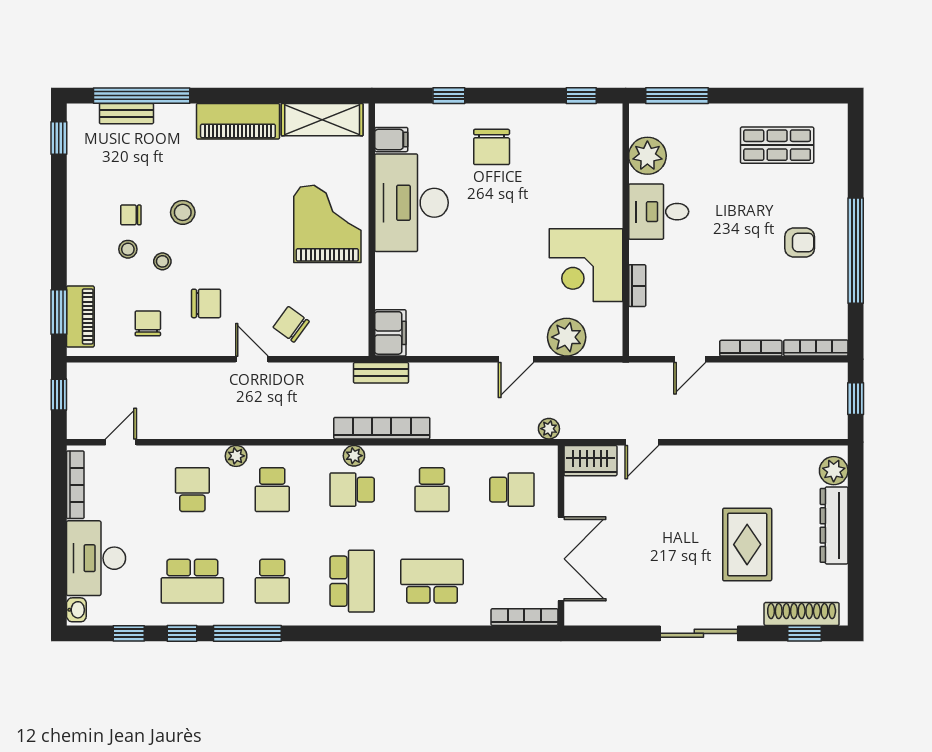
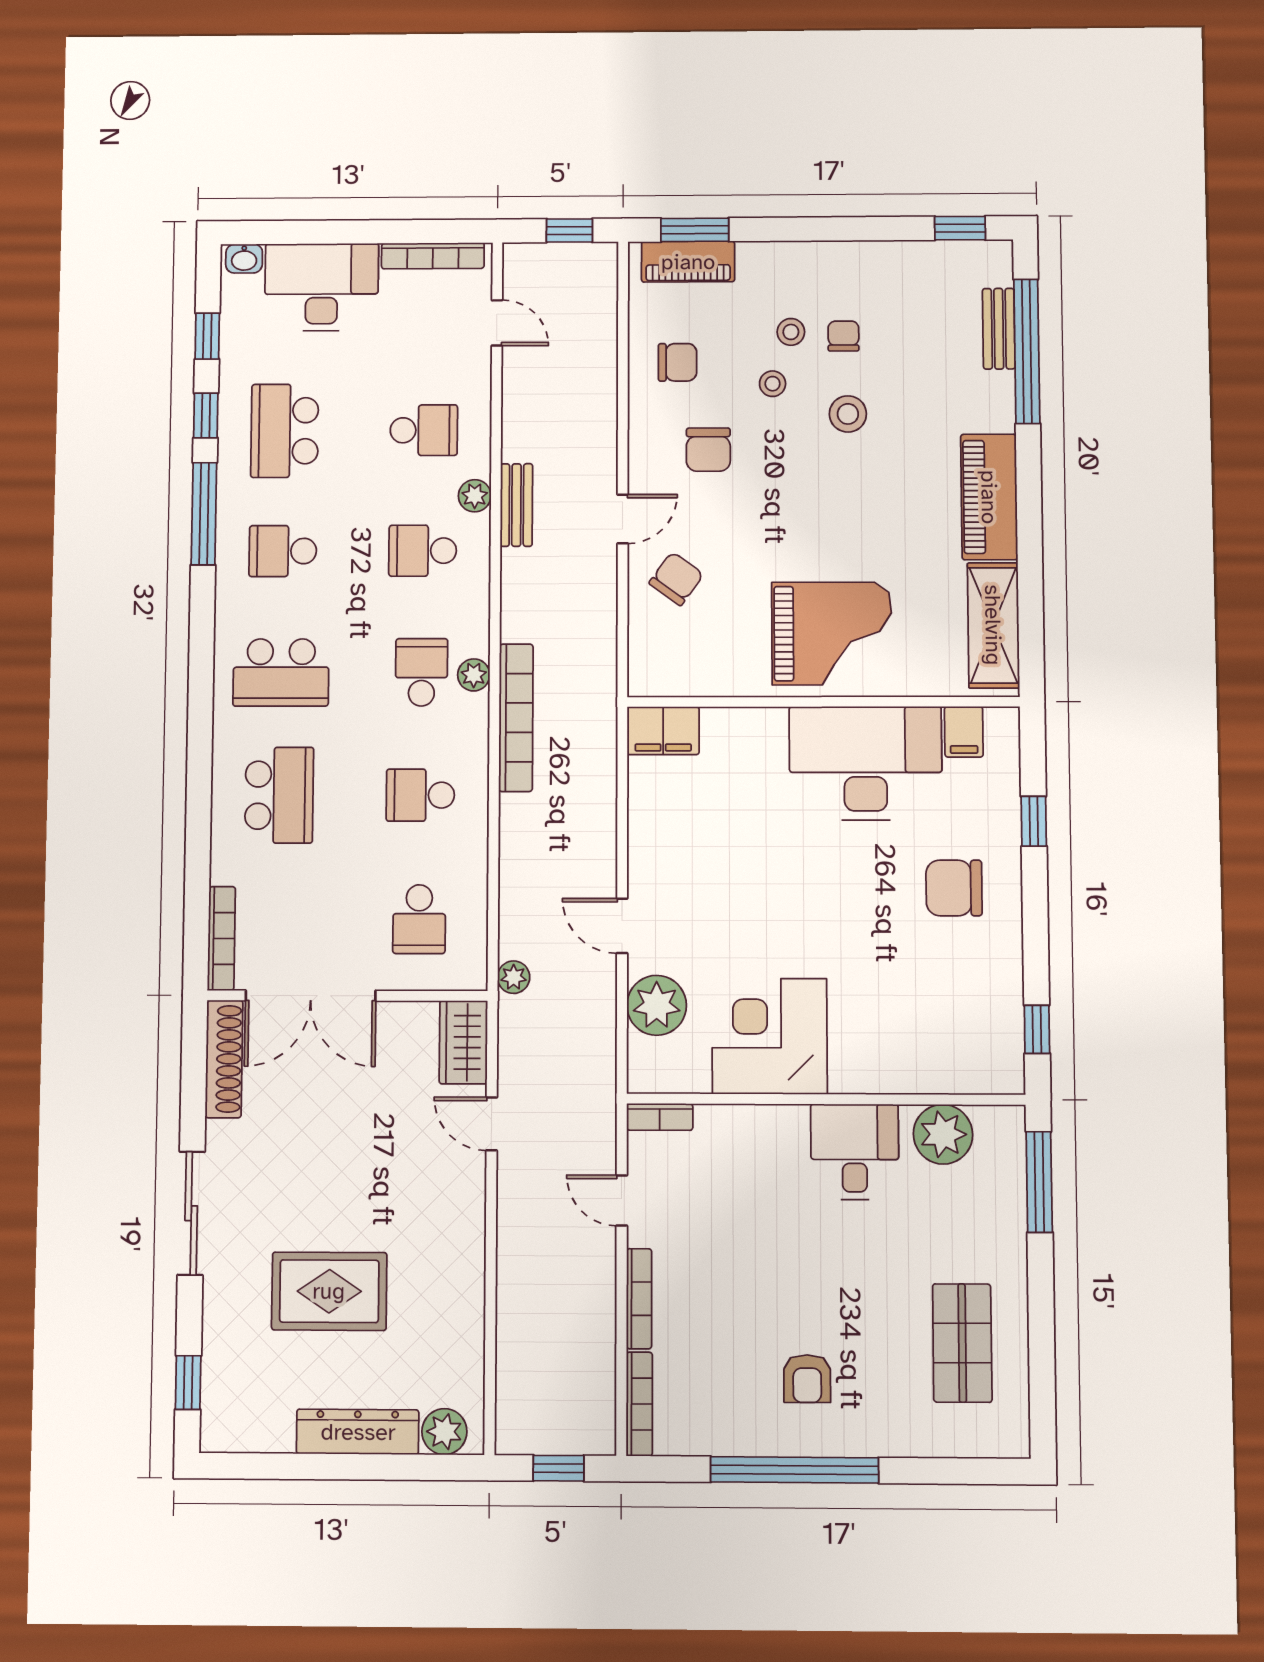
bookcase: (637, 286) -> (660, 1117), moved
bench: (381, 373) -> (516, 505), moved
shoe rack: (802, 614) -> (224, 1059), moved

